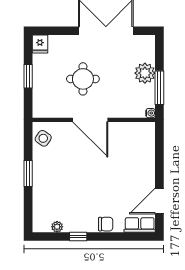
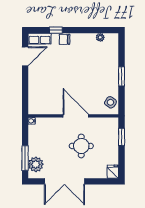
plant: (145, 73) -> (36, 164), moved
window: (28, 76) -> (122, 137), moved
window: (159, 88) -> (25, 158), moved
window: (78, 237) -> (56, 30), moved

